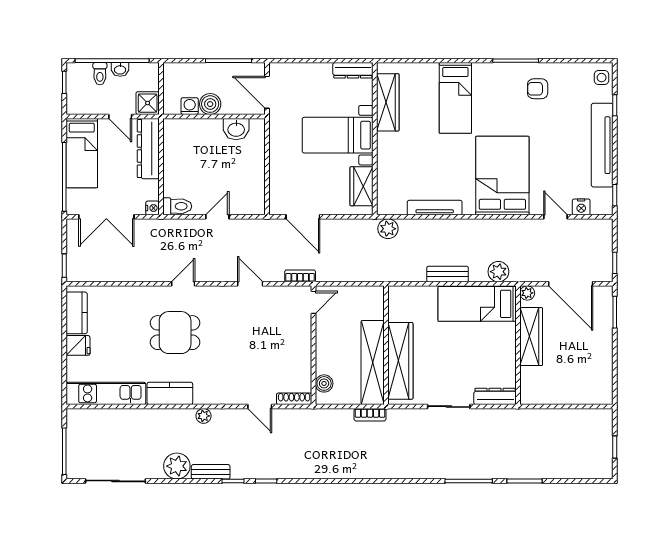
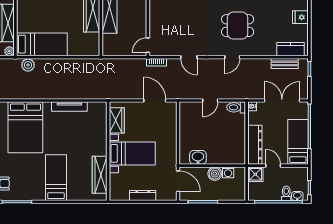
washbasin: (120, 69) -> (297, 196), moved
dresser: (353, 70) -> (143, 195), moved
plant: (388, 229) -> (100, 93), removed
bench: (448, 274) -> (285, 63), moved
kitchen counter: (77, 313) -> (291, 49), moved, turned 90

